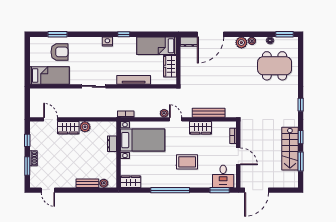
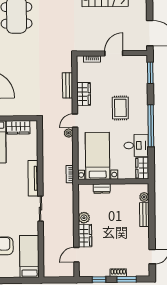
tv unit: (134, 80) -> (33, 178), moved
bench: (209, 113) -> (68, 85), width x0.73
desk: (223, 176) -> (136, 145), moved

